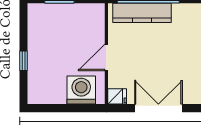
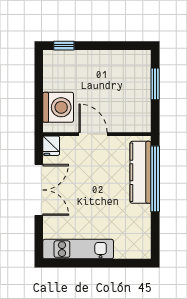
window: (24, 61) -> (64, 46), moved

